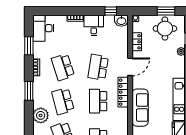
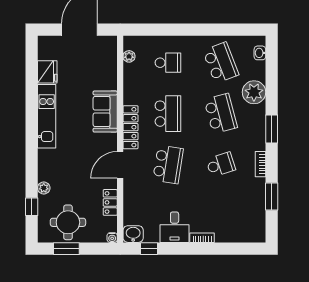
desk: (43, 28) -> (250, 223), removed
school desk: (63, 67) -> (221, 164), width x0.54
sofa: (140, 108) -> (105, 112), width x0.73

